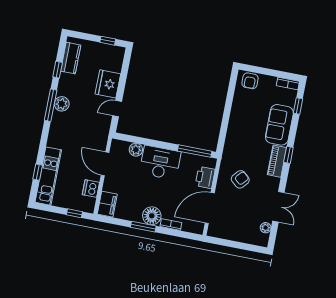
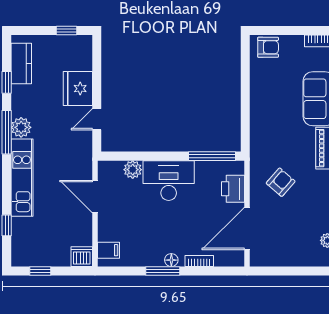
armchair: (250, 81) -> (268, 47), turned -90
kitchen unit: (48, 176) -> (22, 178), moved
dishwasher: (91, 189) -> (82, 257), moved, turned 90
filing cabinet: (107, 204) -> (108, 250), width x0.50
window: (74, 213) -> (40, 271), moved
floor lamp: (152, 216) -> (171, 260), width x0.53, depth x0.53

